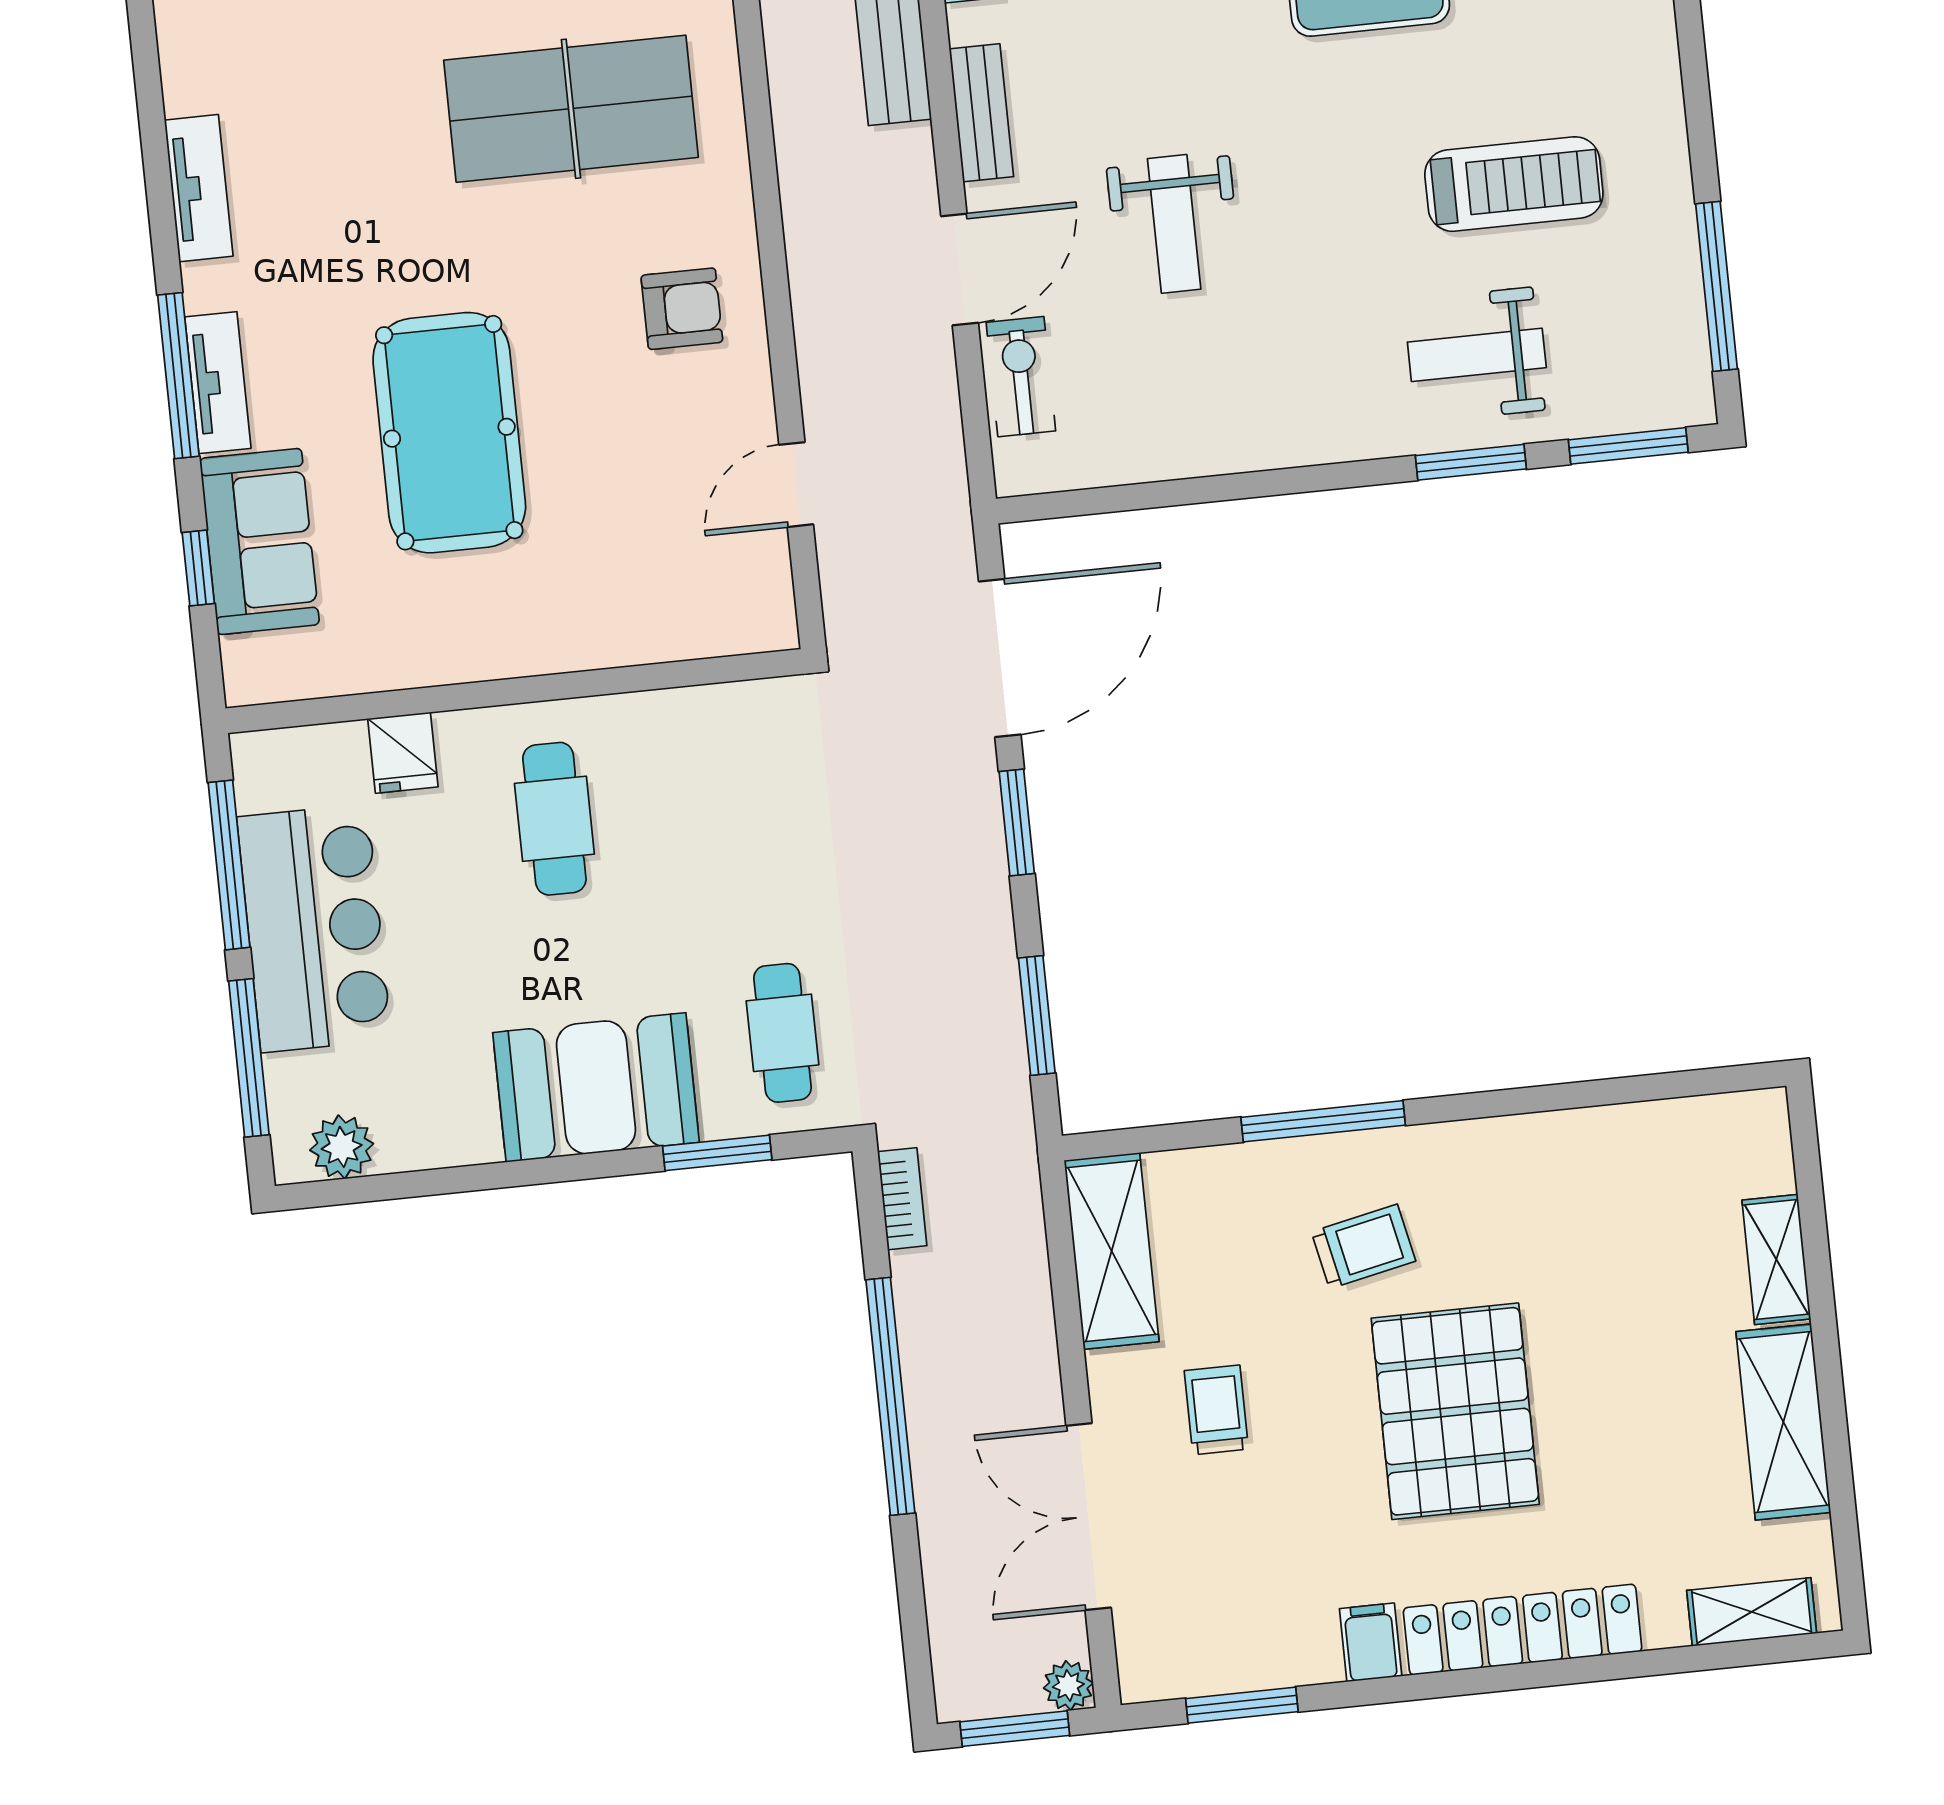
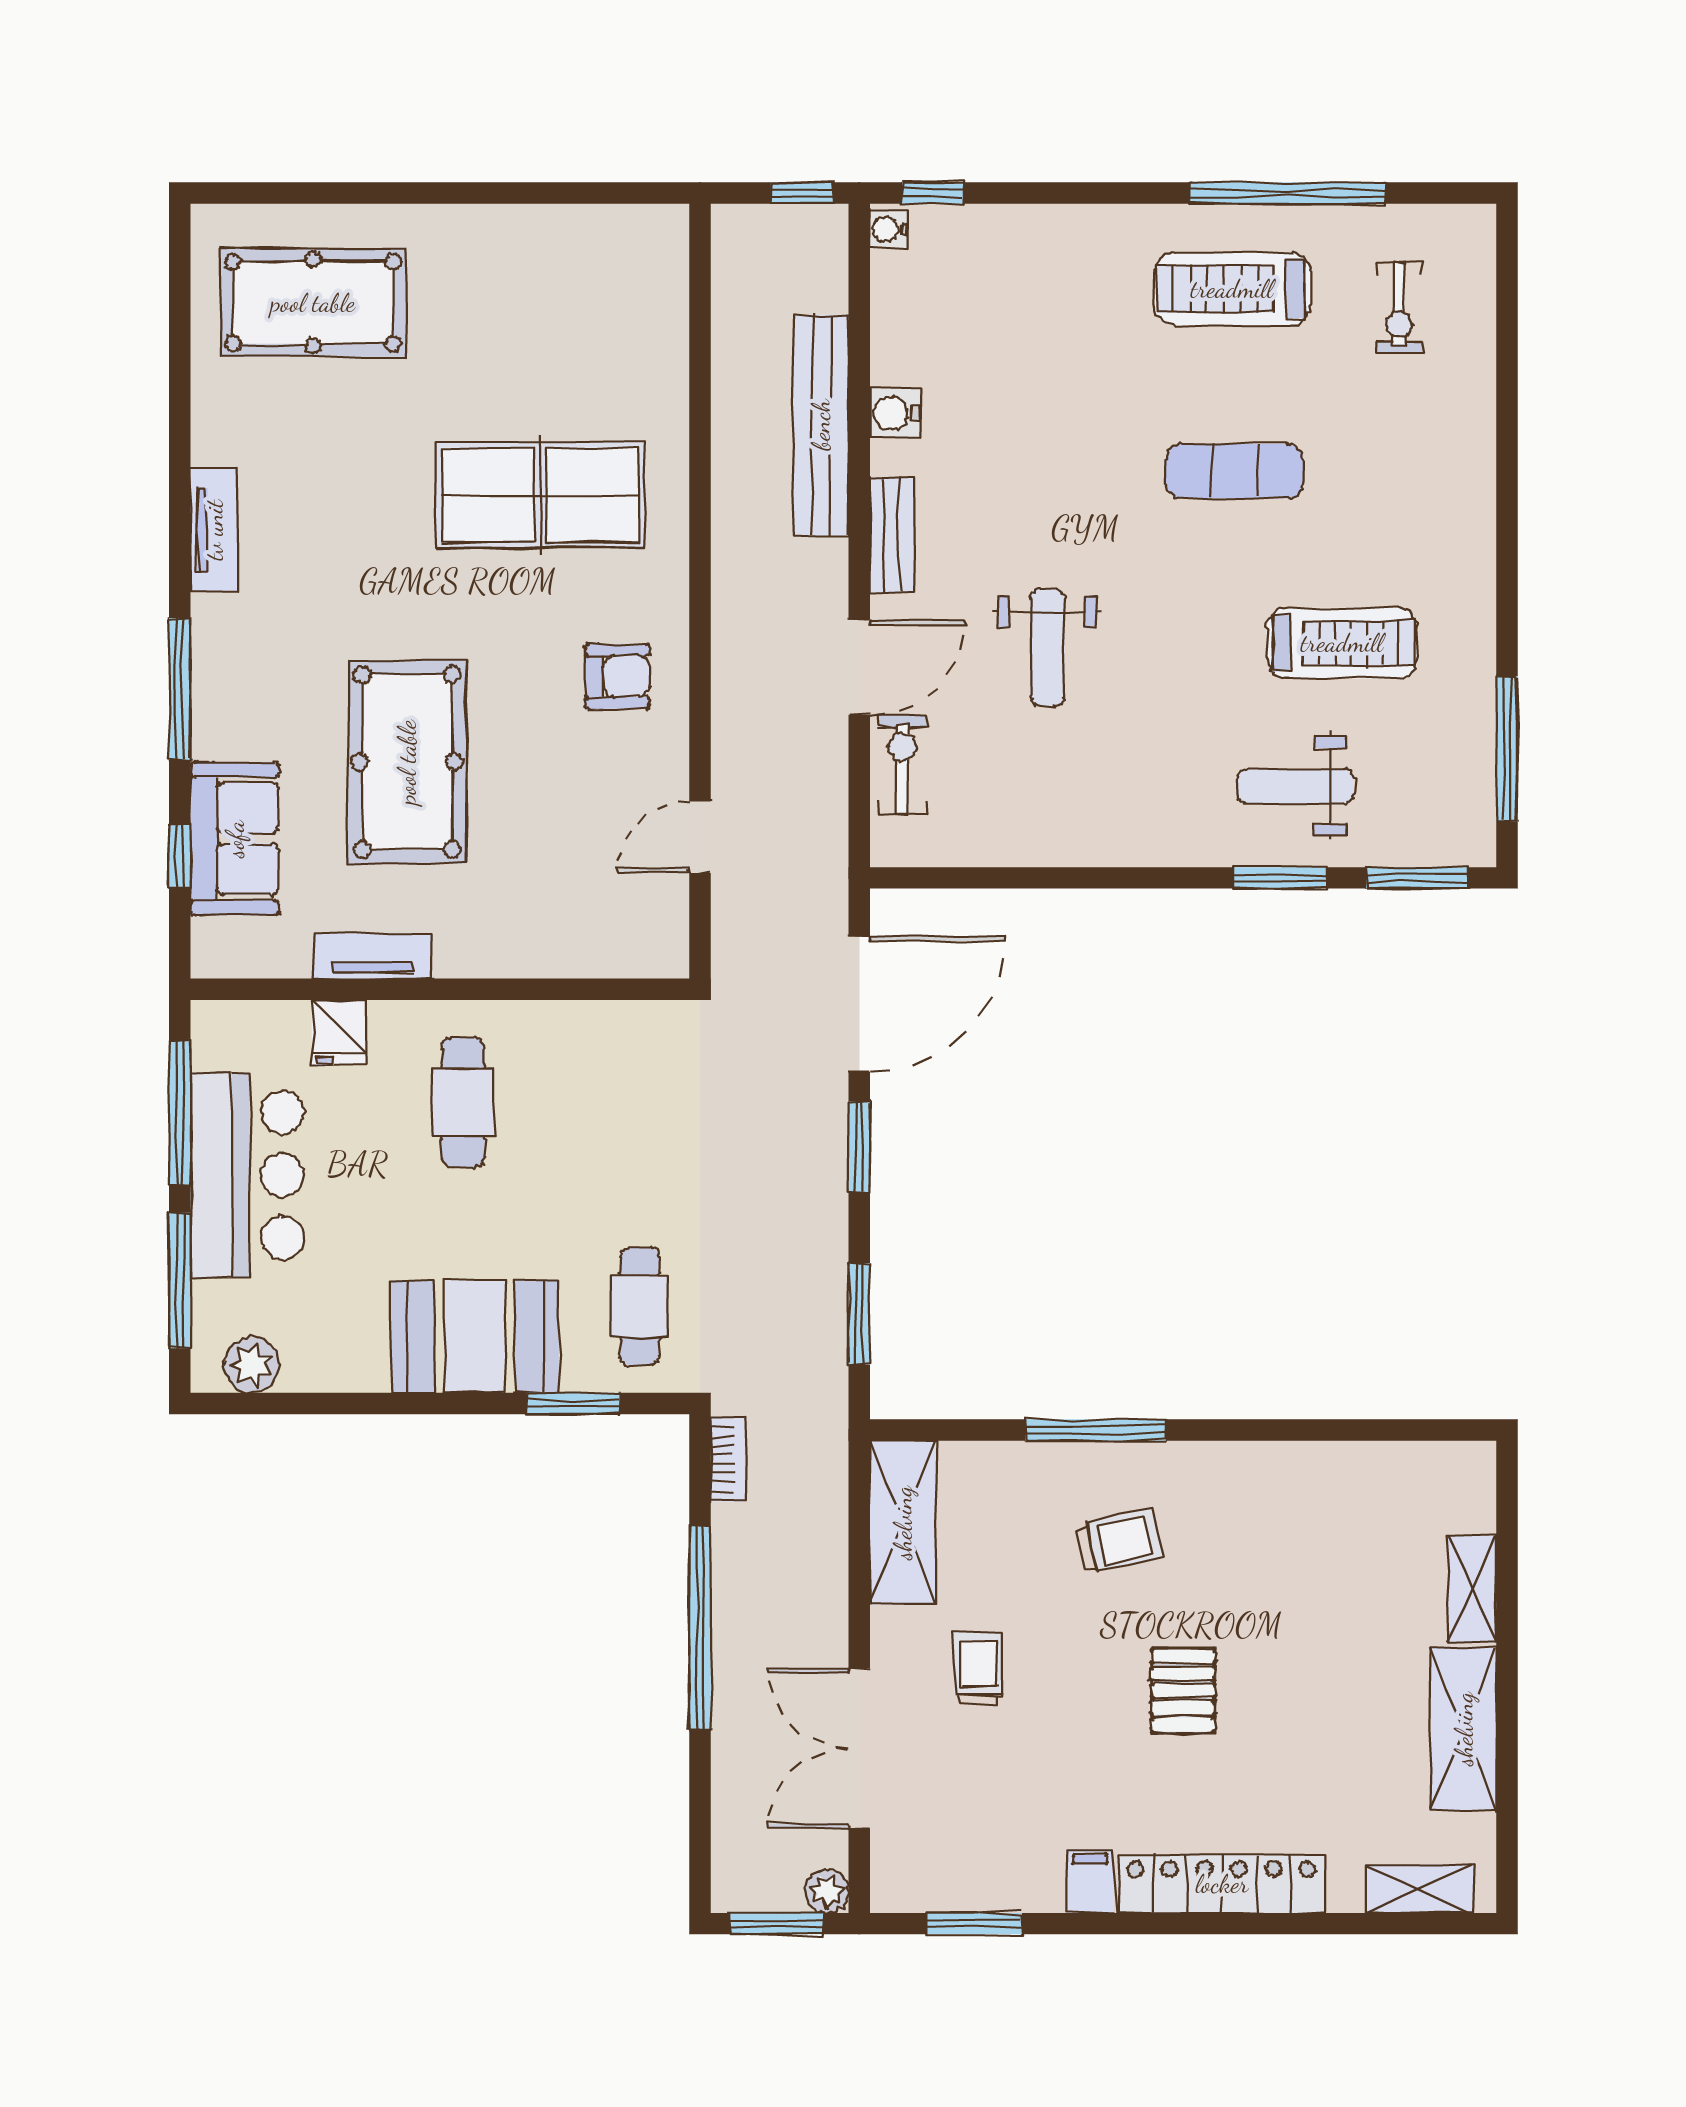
tv unit: (218, 383) -> (372, 956), moved, turned -90
pallet: (1455, 1411) -> (1183, 1691), width x0.49, depth x0.50

